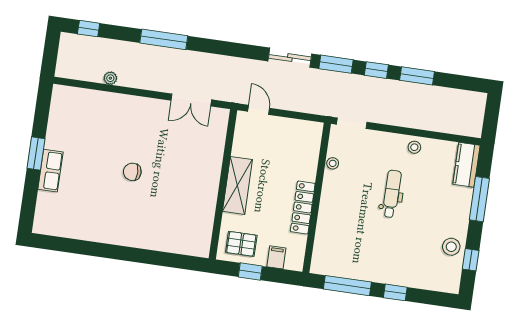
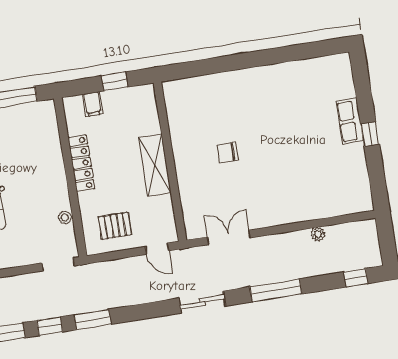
sliding door: (290, 58) -> (202, 302), moved
window: (36, 153) -> (370, 134), width x0.67
chair: (132, 172) -> (228, 152), moved, turned 180
pallet: (241, 244) -> (115, 226), moved

